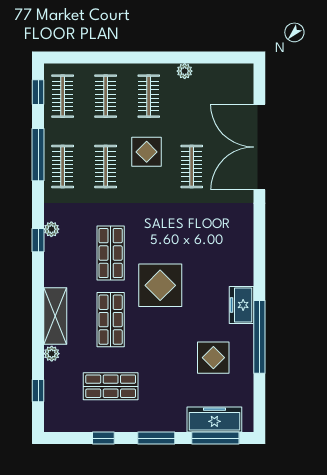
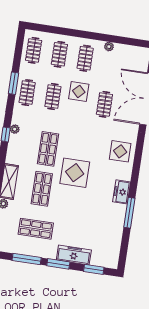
window: (38, 92) -> (19, 46), removed
window: (38, 155) -> (13, 83), width x0.69
window: (259, 337) -> (129, 213), width x0.68
display table: (213, 358) -> (120, 151), moved
freezer: (214, 420) -> (74, 255), moved
window: (103, 438) -> (27, 259), width x2.17
window: (215, 438) -> (94, 269), width x0.69

